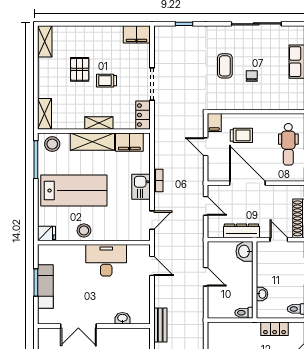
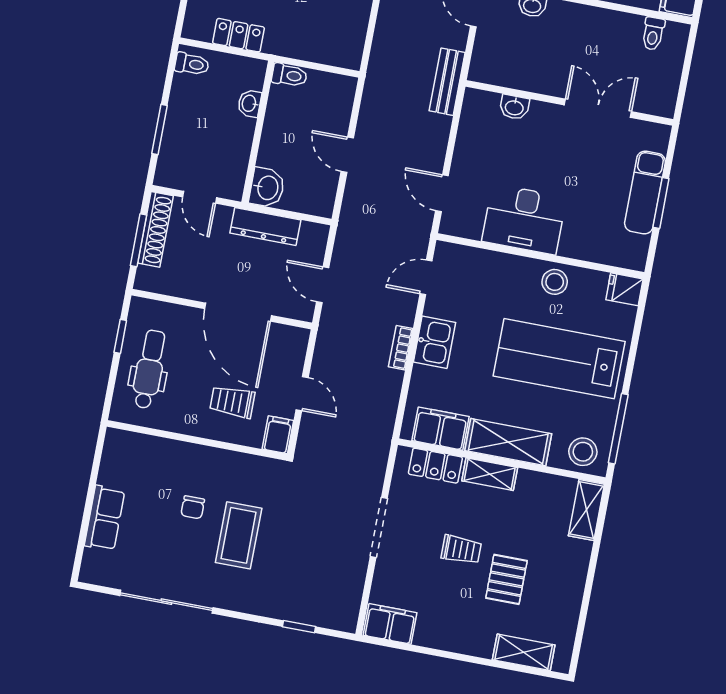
shelving: (45, 41) -> (524, 652), moved, turned 90
coffee table: (225, 66) -> (239, 535), width x1.36, depth x1.30
locker: (143, 115) -> (435, 466), moved, turned 90

